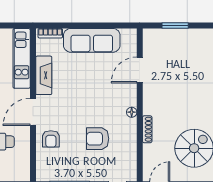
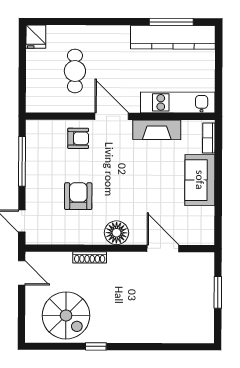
sofa: (92, 40) -> (200, 180), width x0.73
floor lamp: (132, 112) -> (116, 233), width x1.89, depth x1.89
armchair: (51, 139) -> (78, 138), turned 180

